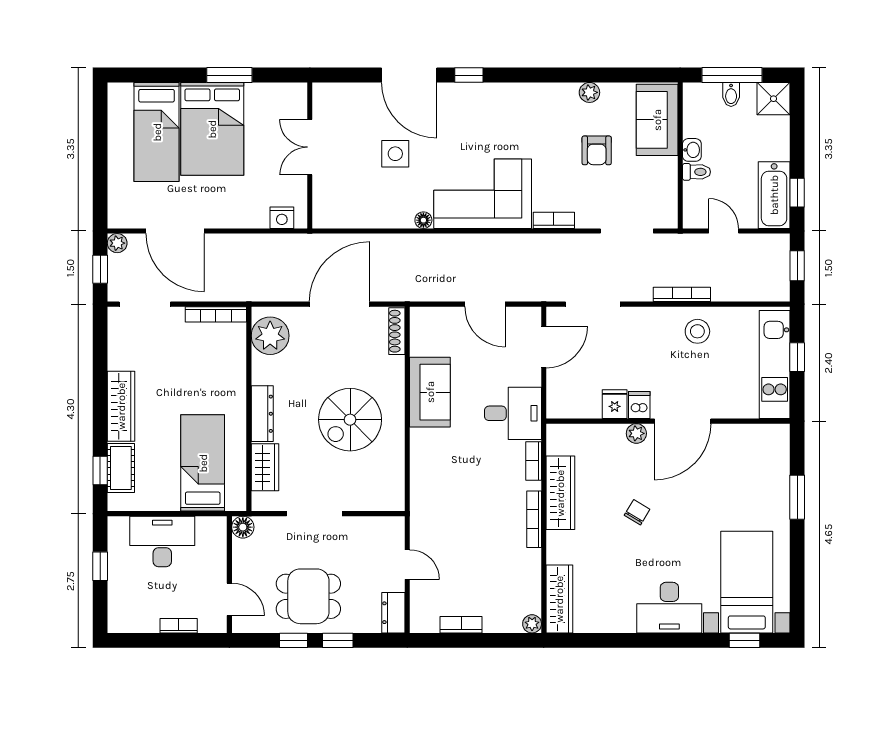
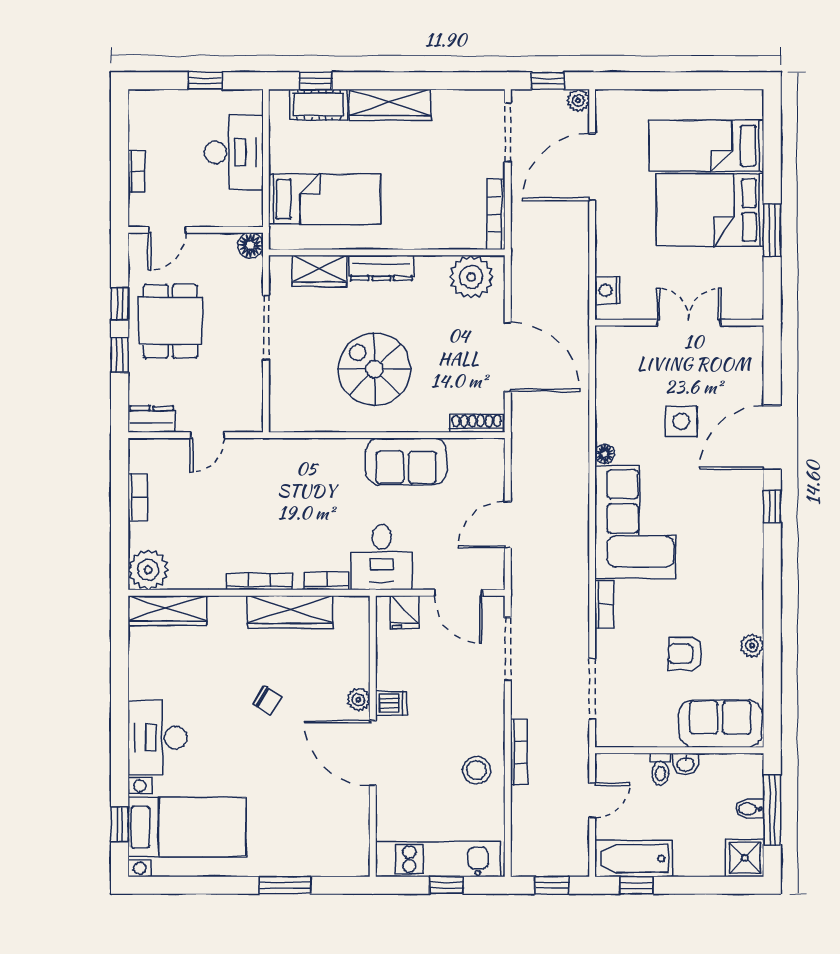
fridge: (615, 404) -> (405, 612), moved, turned 90
plant: (532, 624) -> (148, 570), width x1.87, depth x1.87

